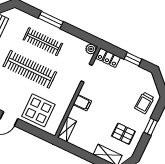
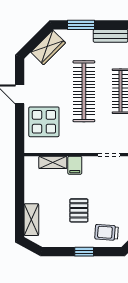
shelving: (67, 129) -> (53, 162), moved
pallet: (123, 134) -> (79, 210), moved

